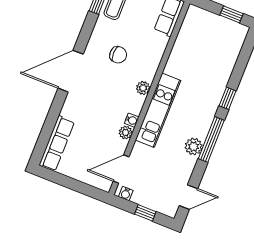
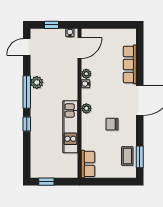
kitchen unit: (158, 110) -> (70, 127), moved
row of seats: (57, 143) -> (130, 64), moved

